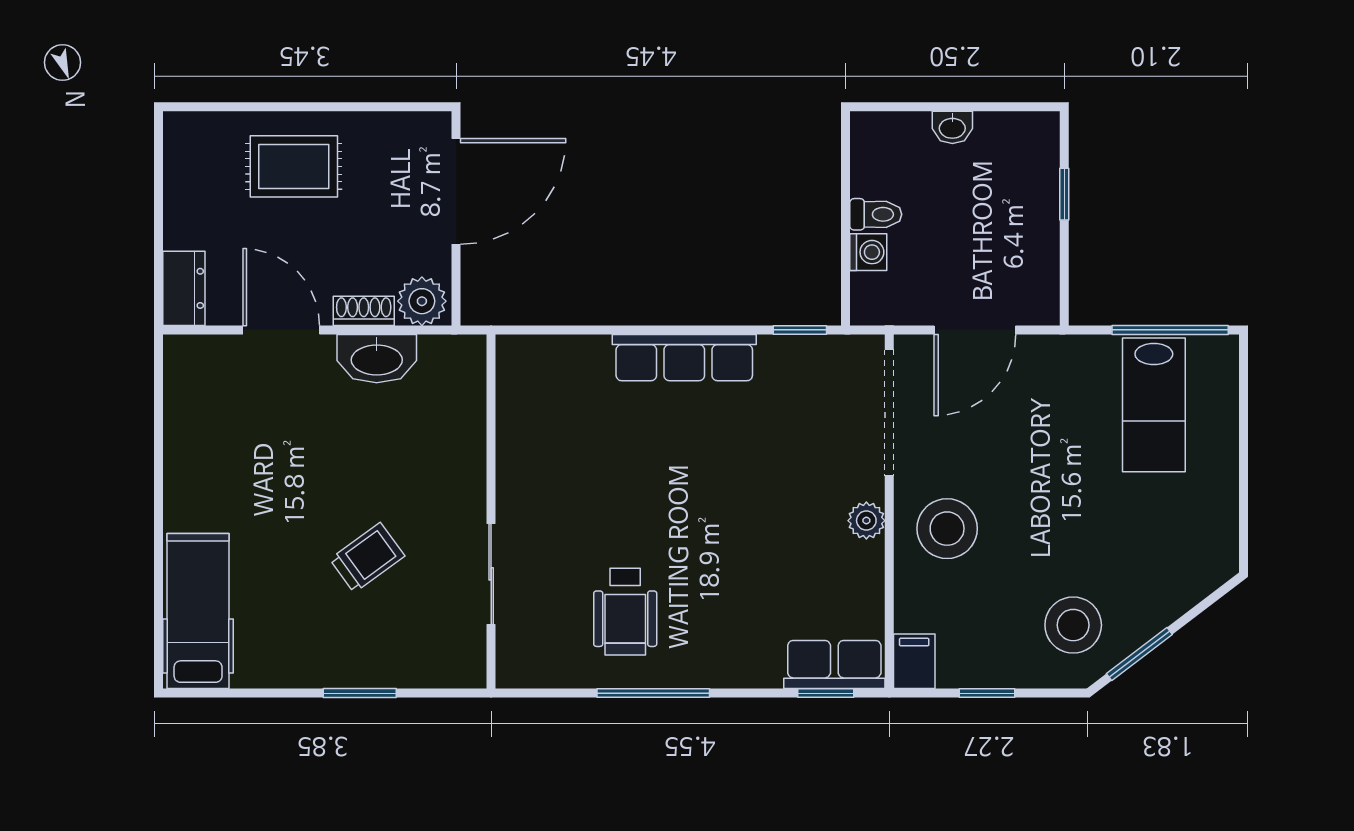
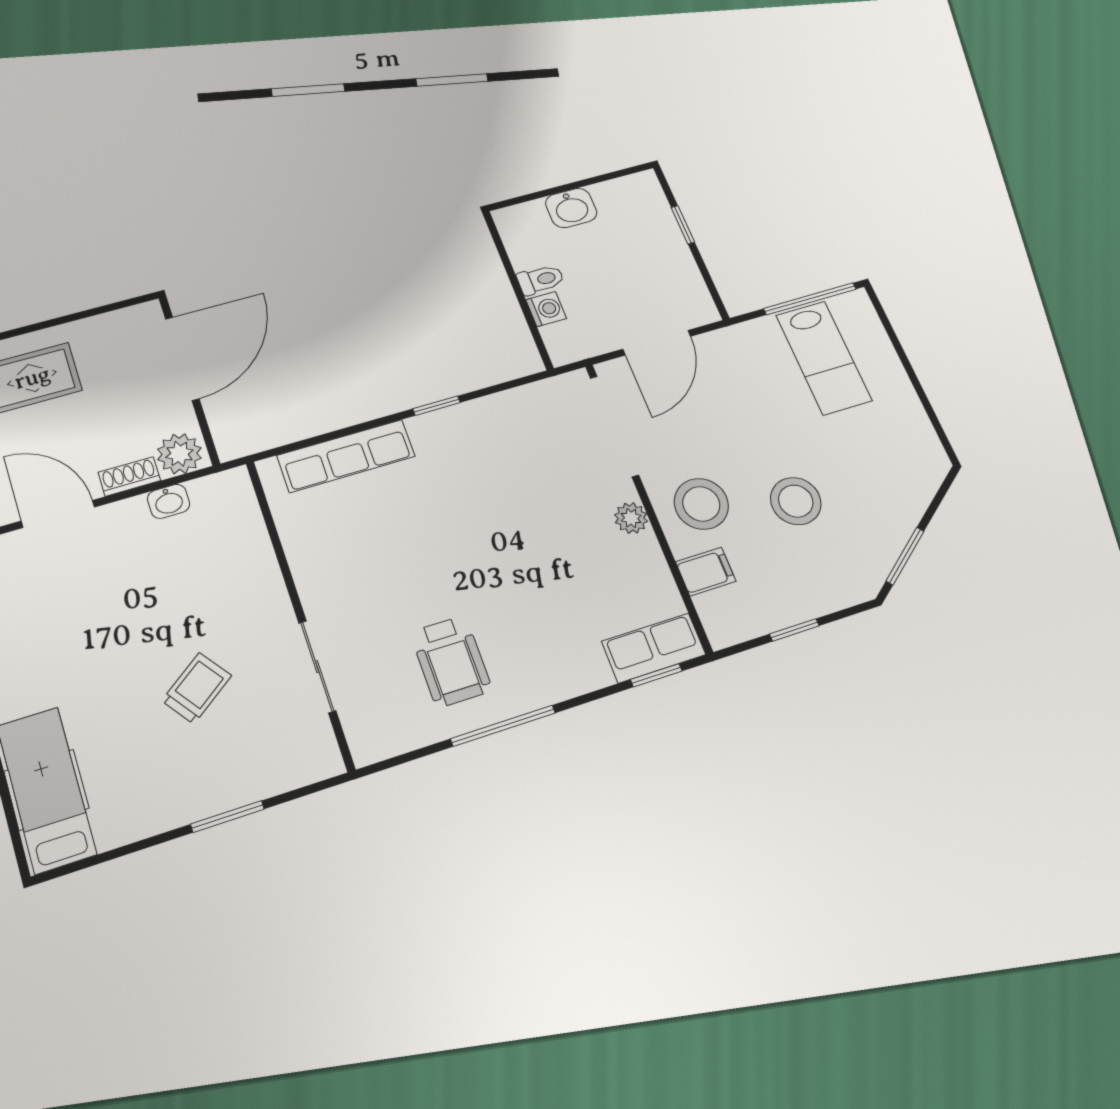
washbasin: (952, 127) -> (571, 208), width x1.38, depth x1.45
window: (800, 330) -> (437, 406), moved
row of seats: (684, 358) -> (346, 456), moved
washbasin: (377, 359) -> (169, 501), width x0.52, depth x0.69
stool: (1073, 625) -> (796, 501), moved
filing cabinet: (914, 661) -> (706, 572), moved, turned 90

